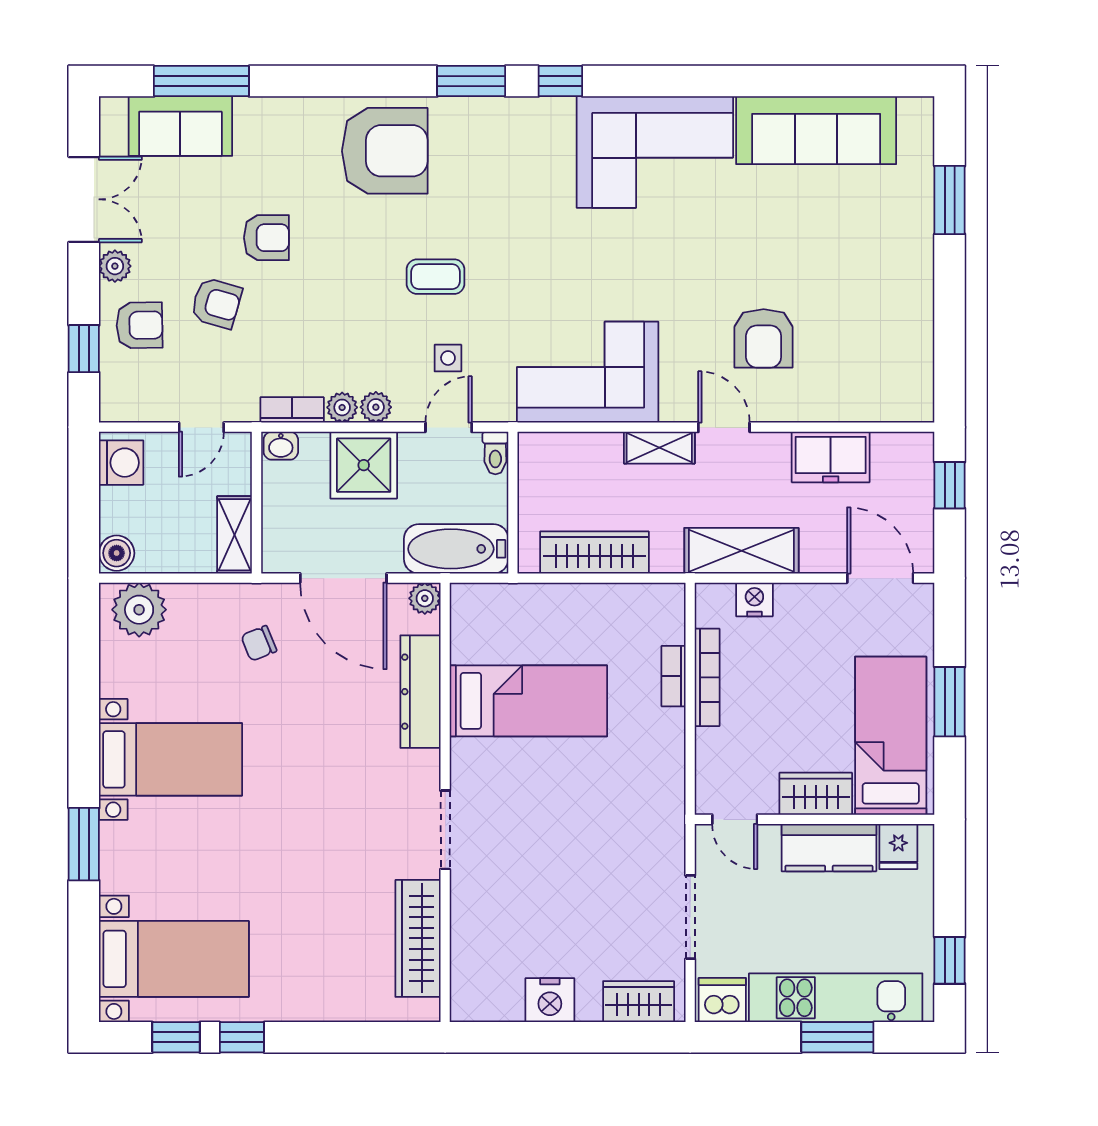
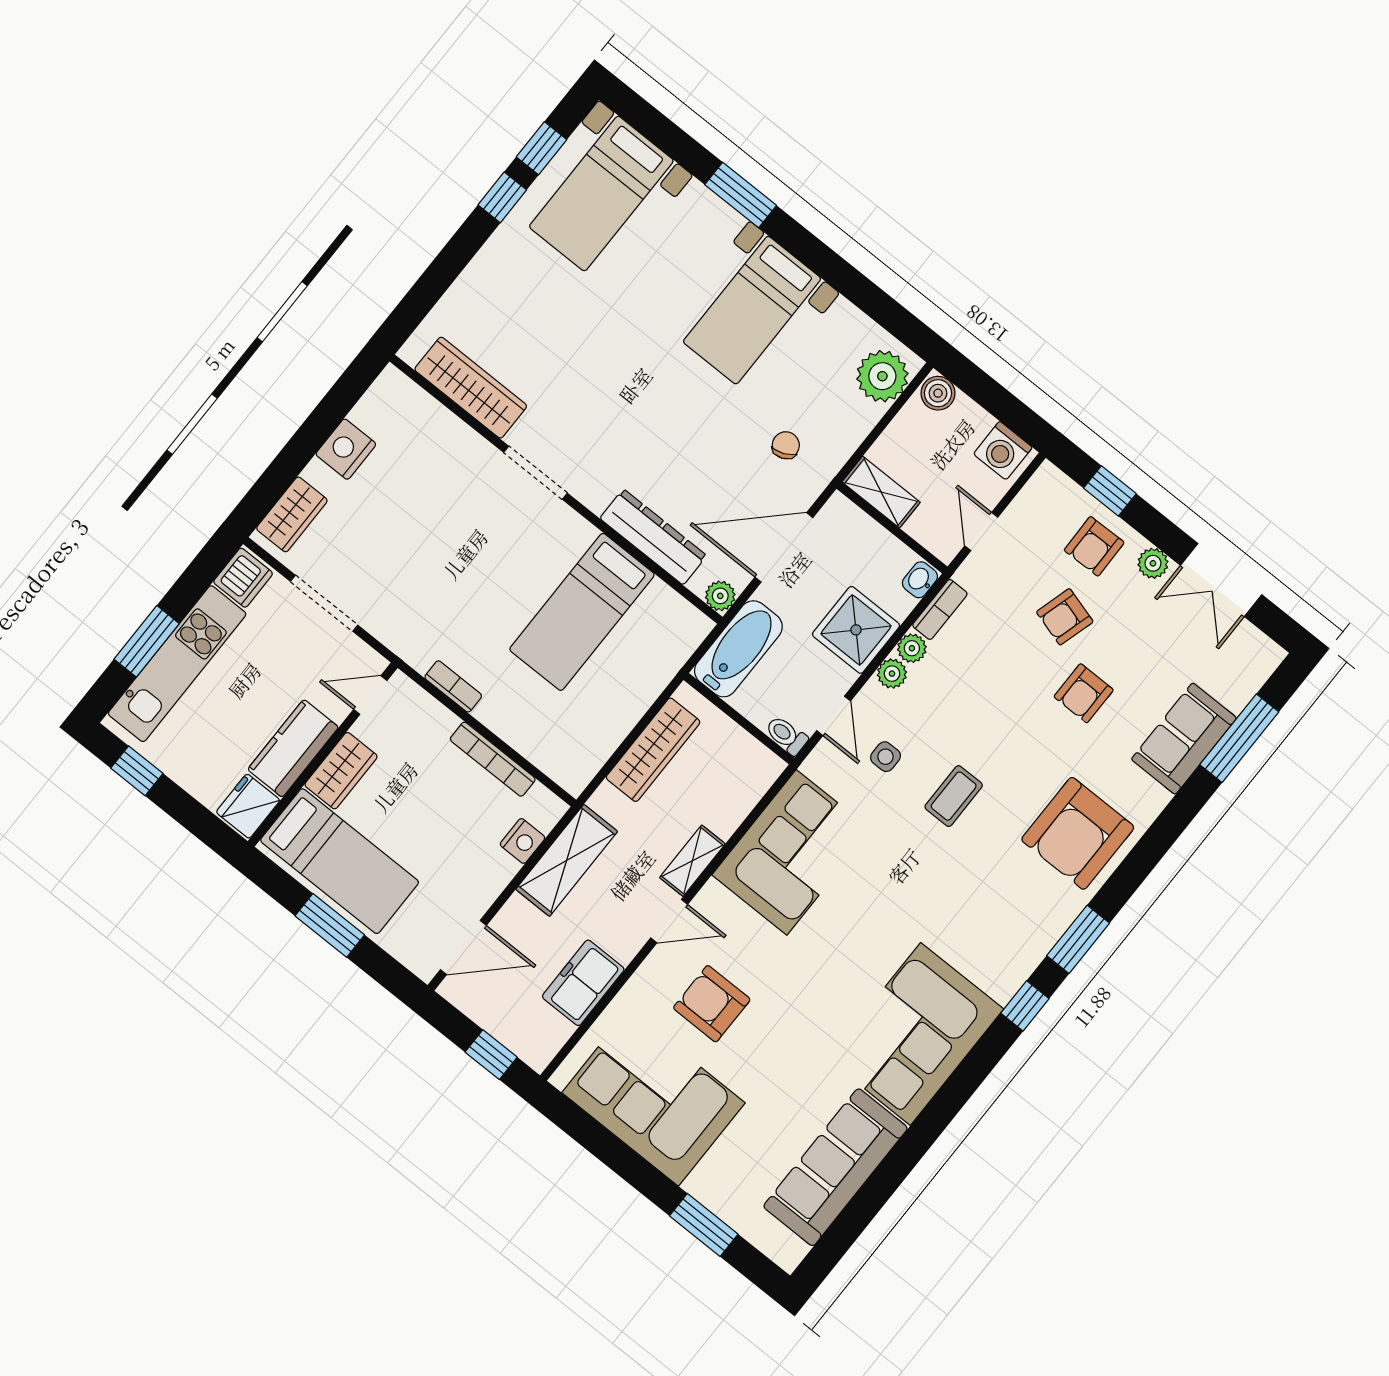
sofa: (180, 126) -> (1184, 739), moved
corner sofa: (879, 324) -> (653, 1098), added
bookcase: (674, 676) -> (453, 686), moved
fridge: (898, 847) -> (248, 806), width x1.38

